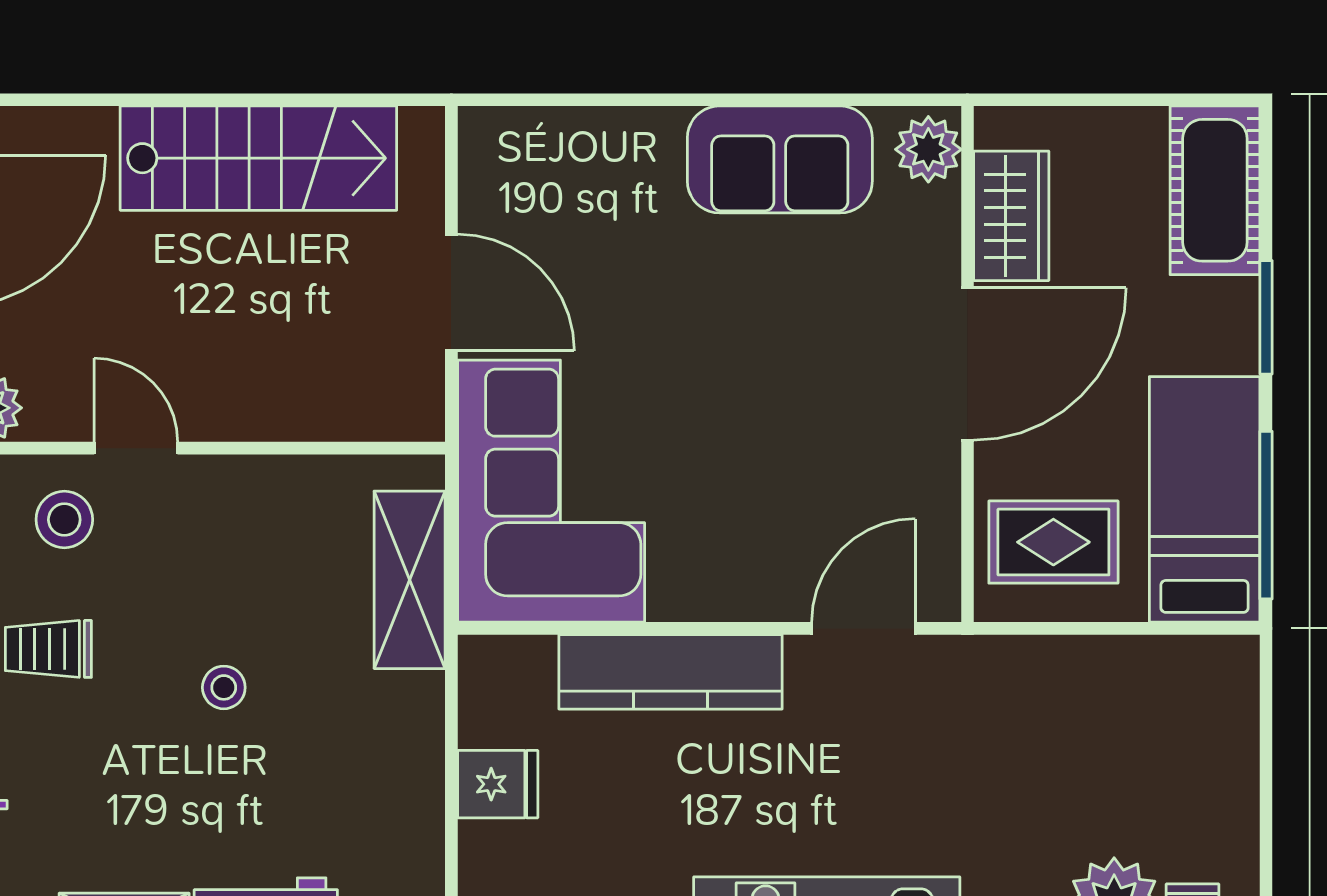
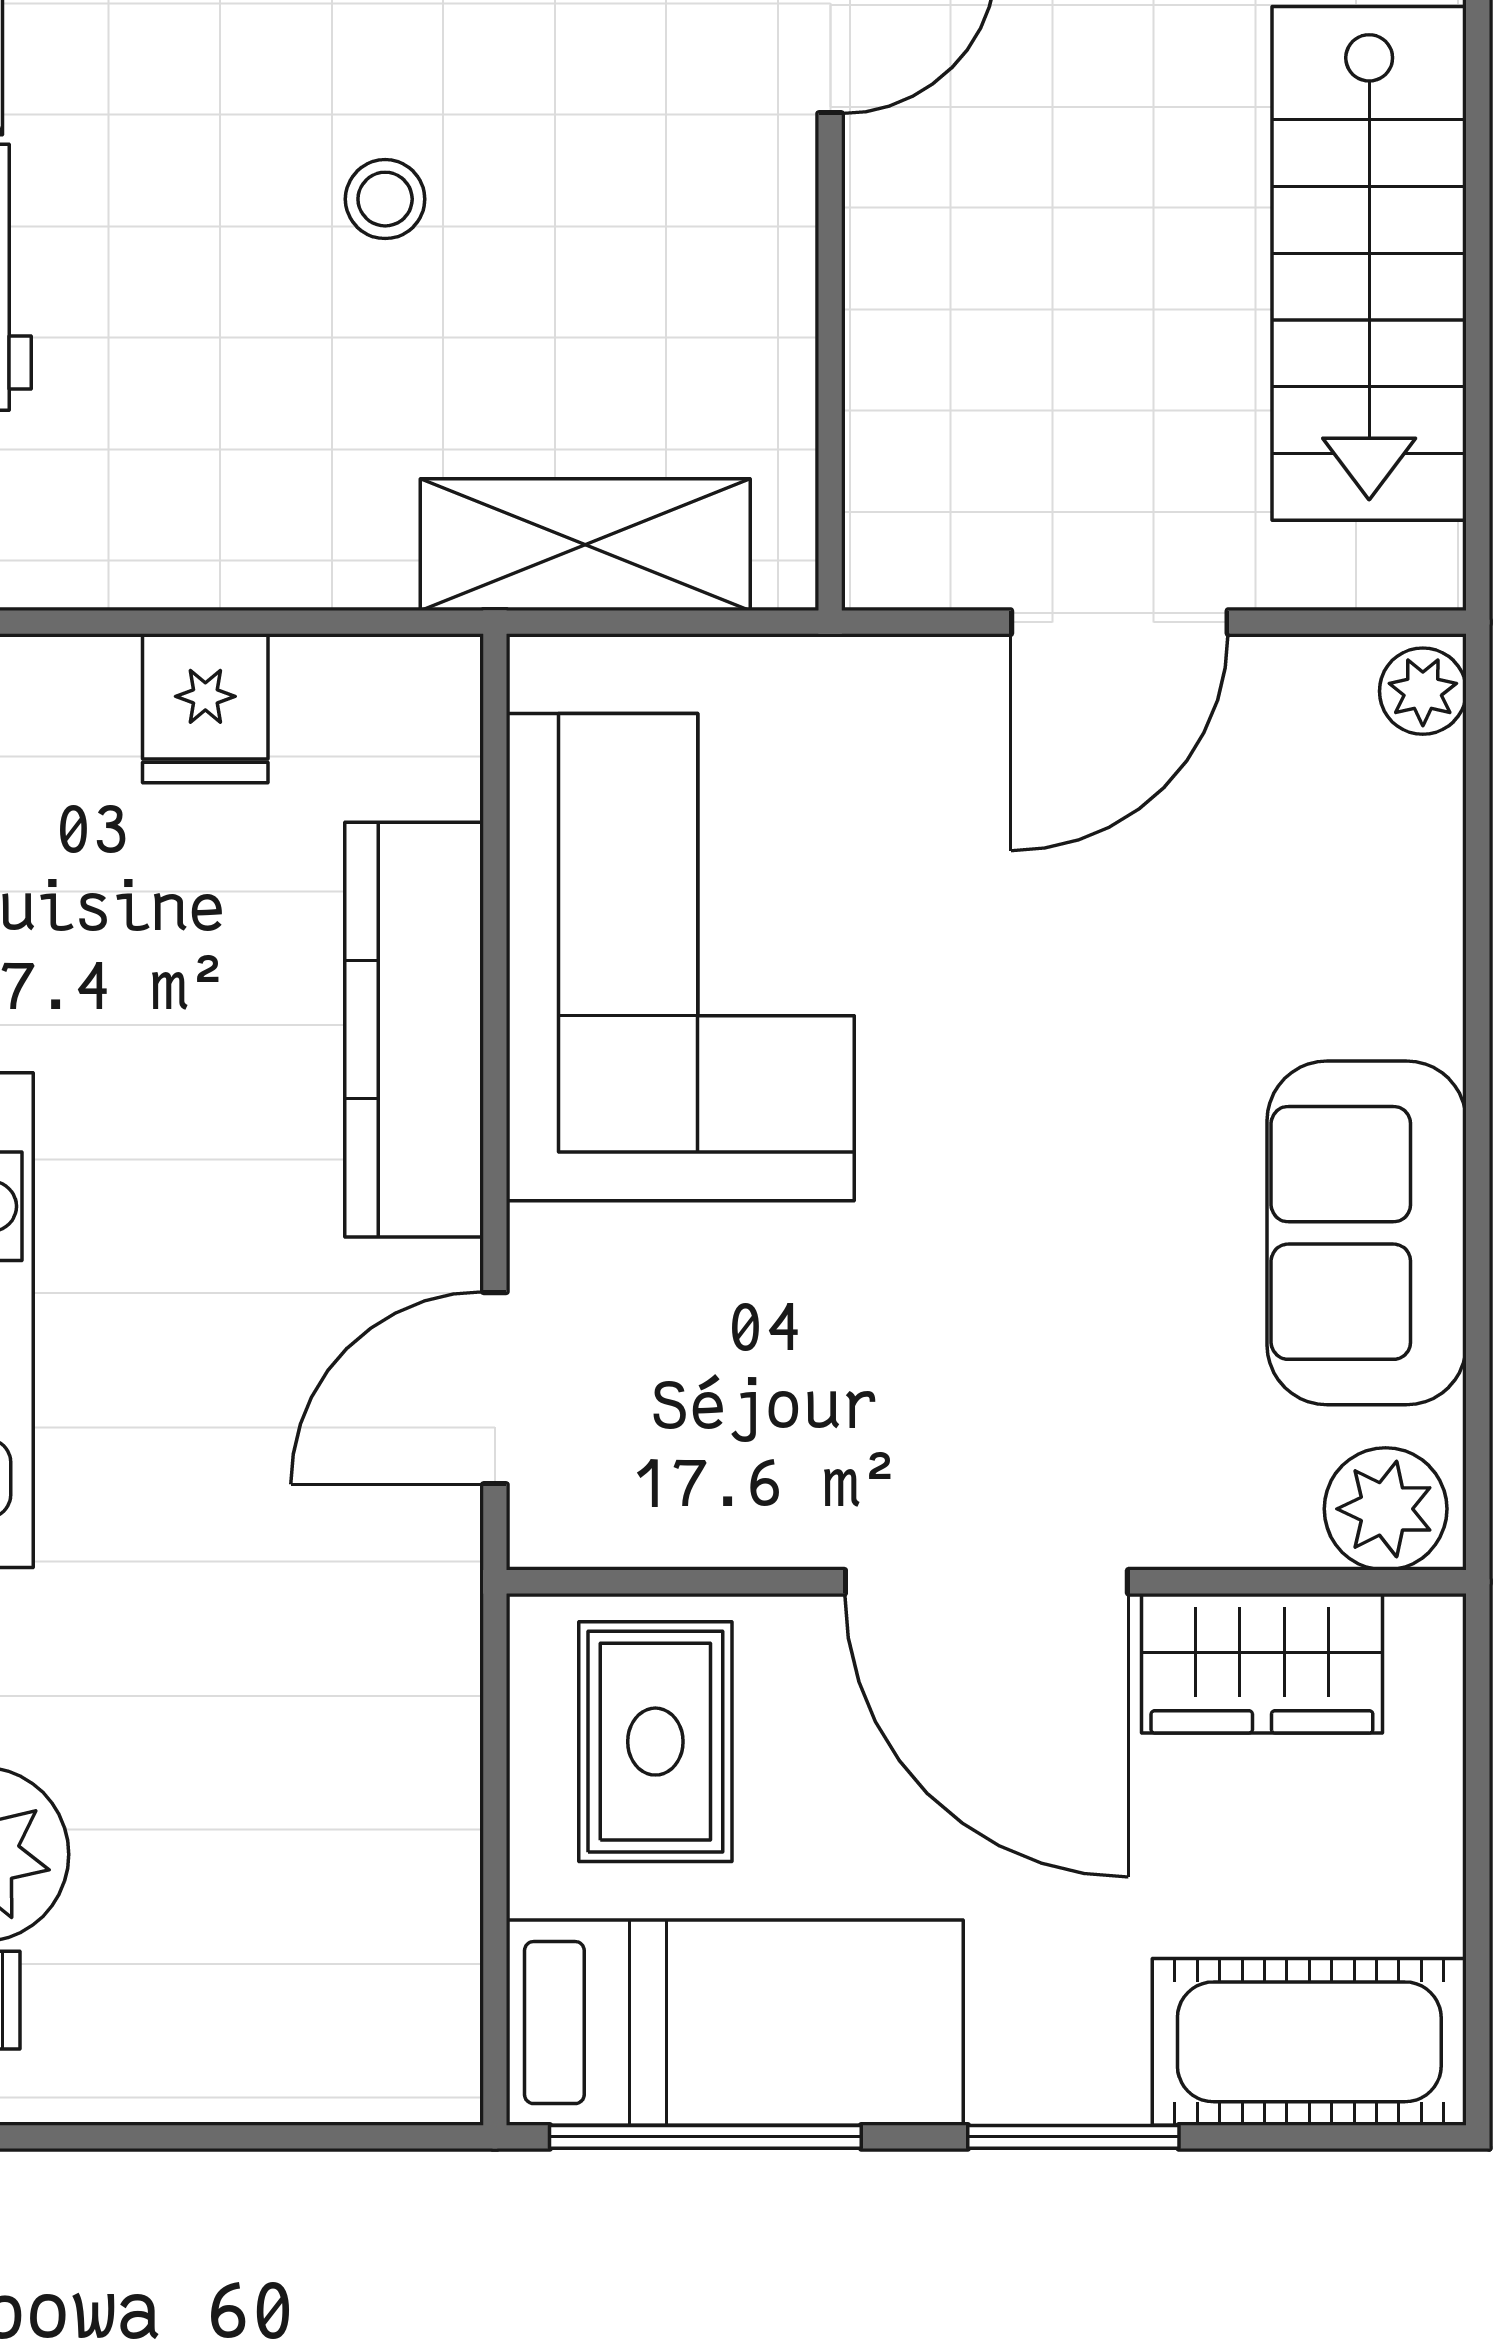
plant: (488, 129) -> (1423, 691), added
corner sofa: (551, 491) -> (680, 957), moved, turned -90
door: (863, 628) -> (495, 1388), swing flipped

